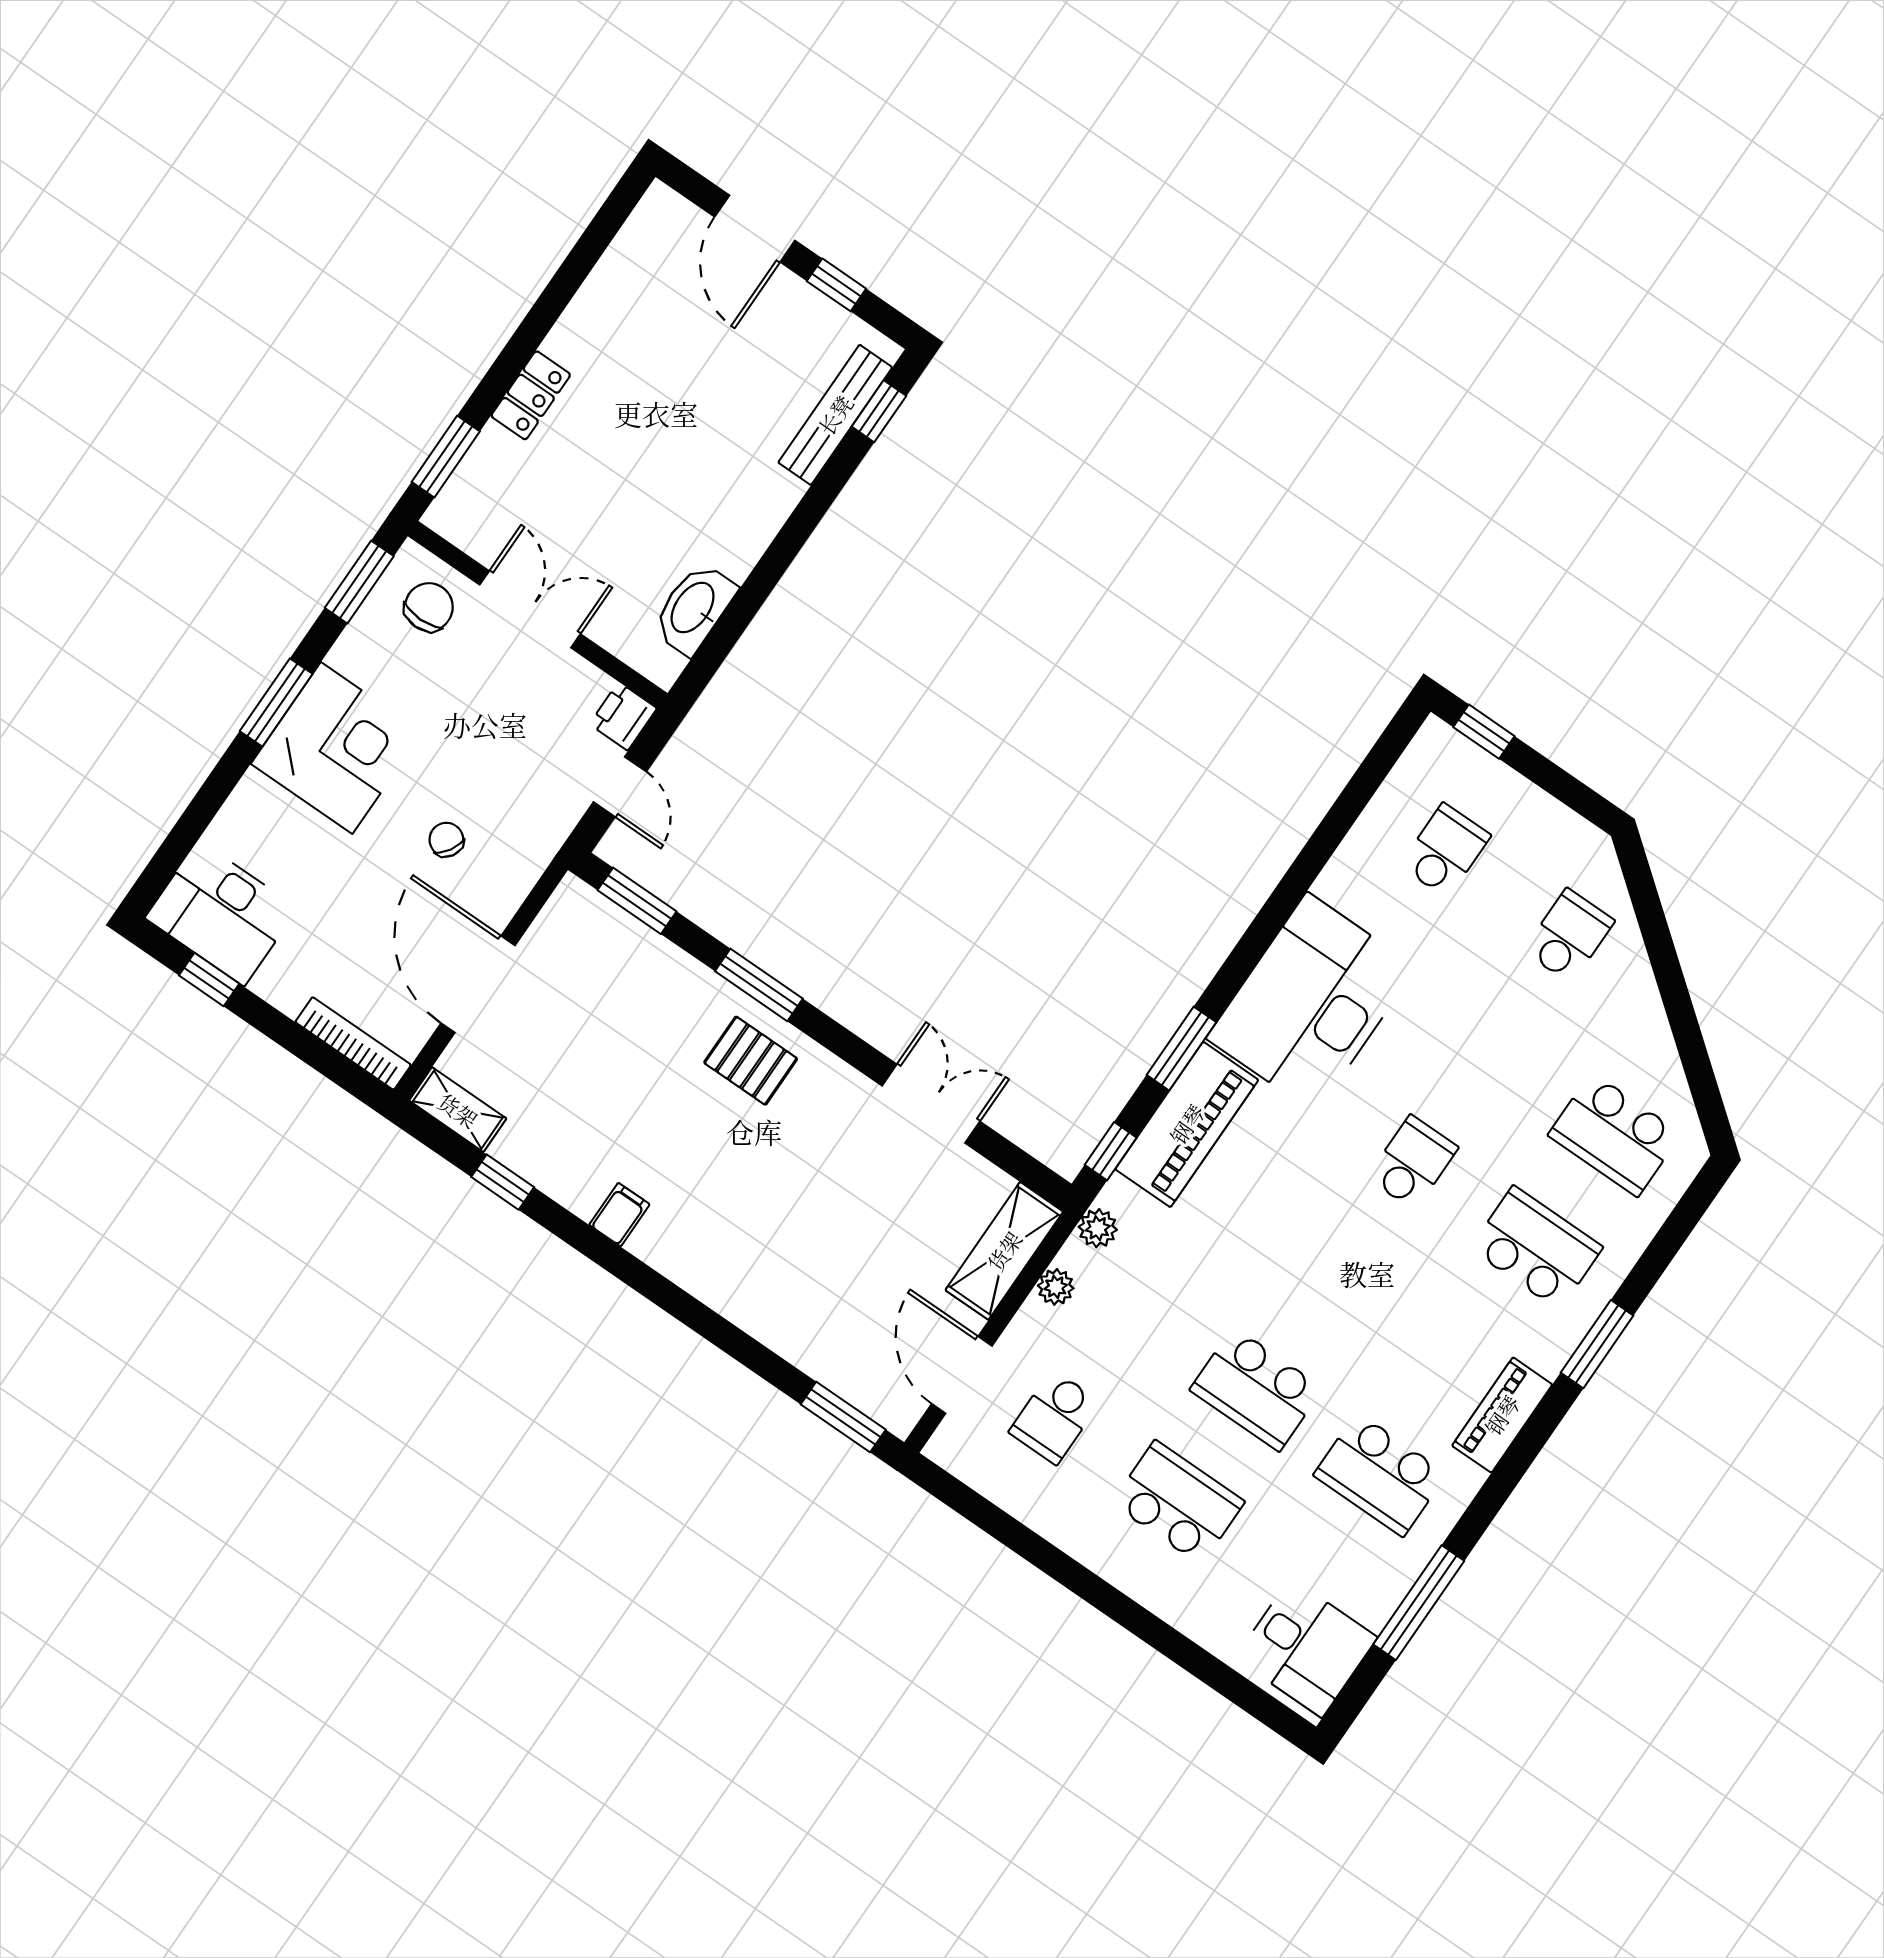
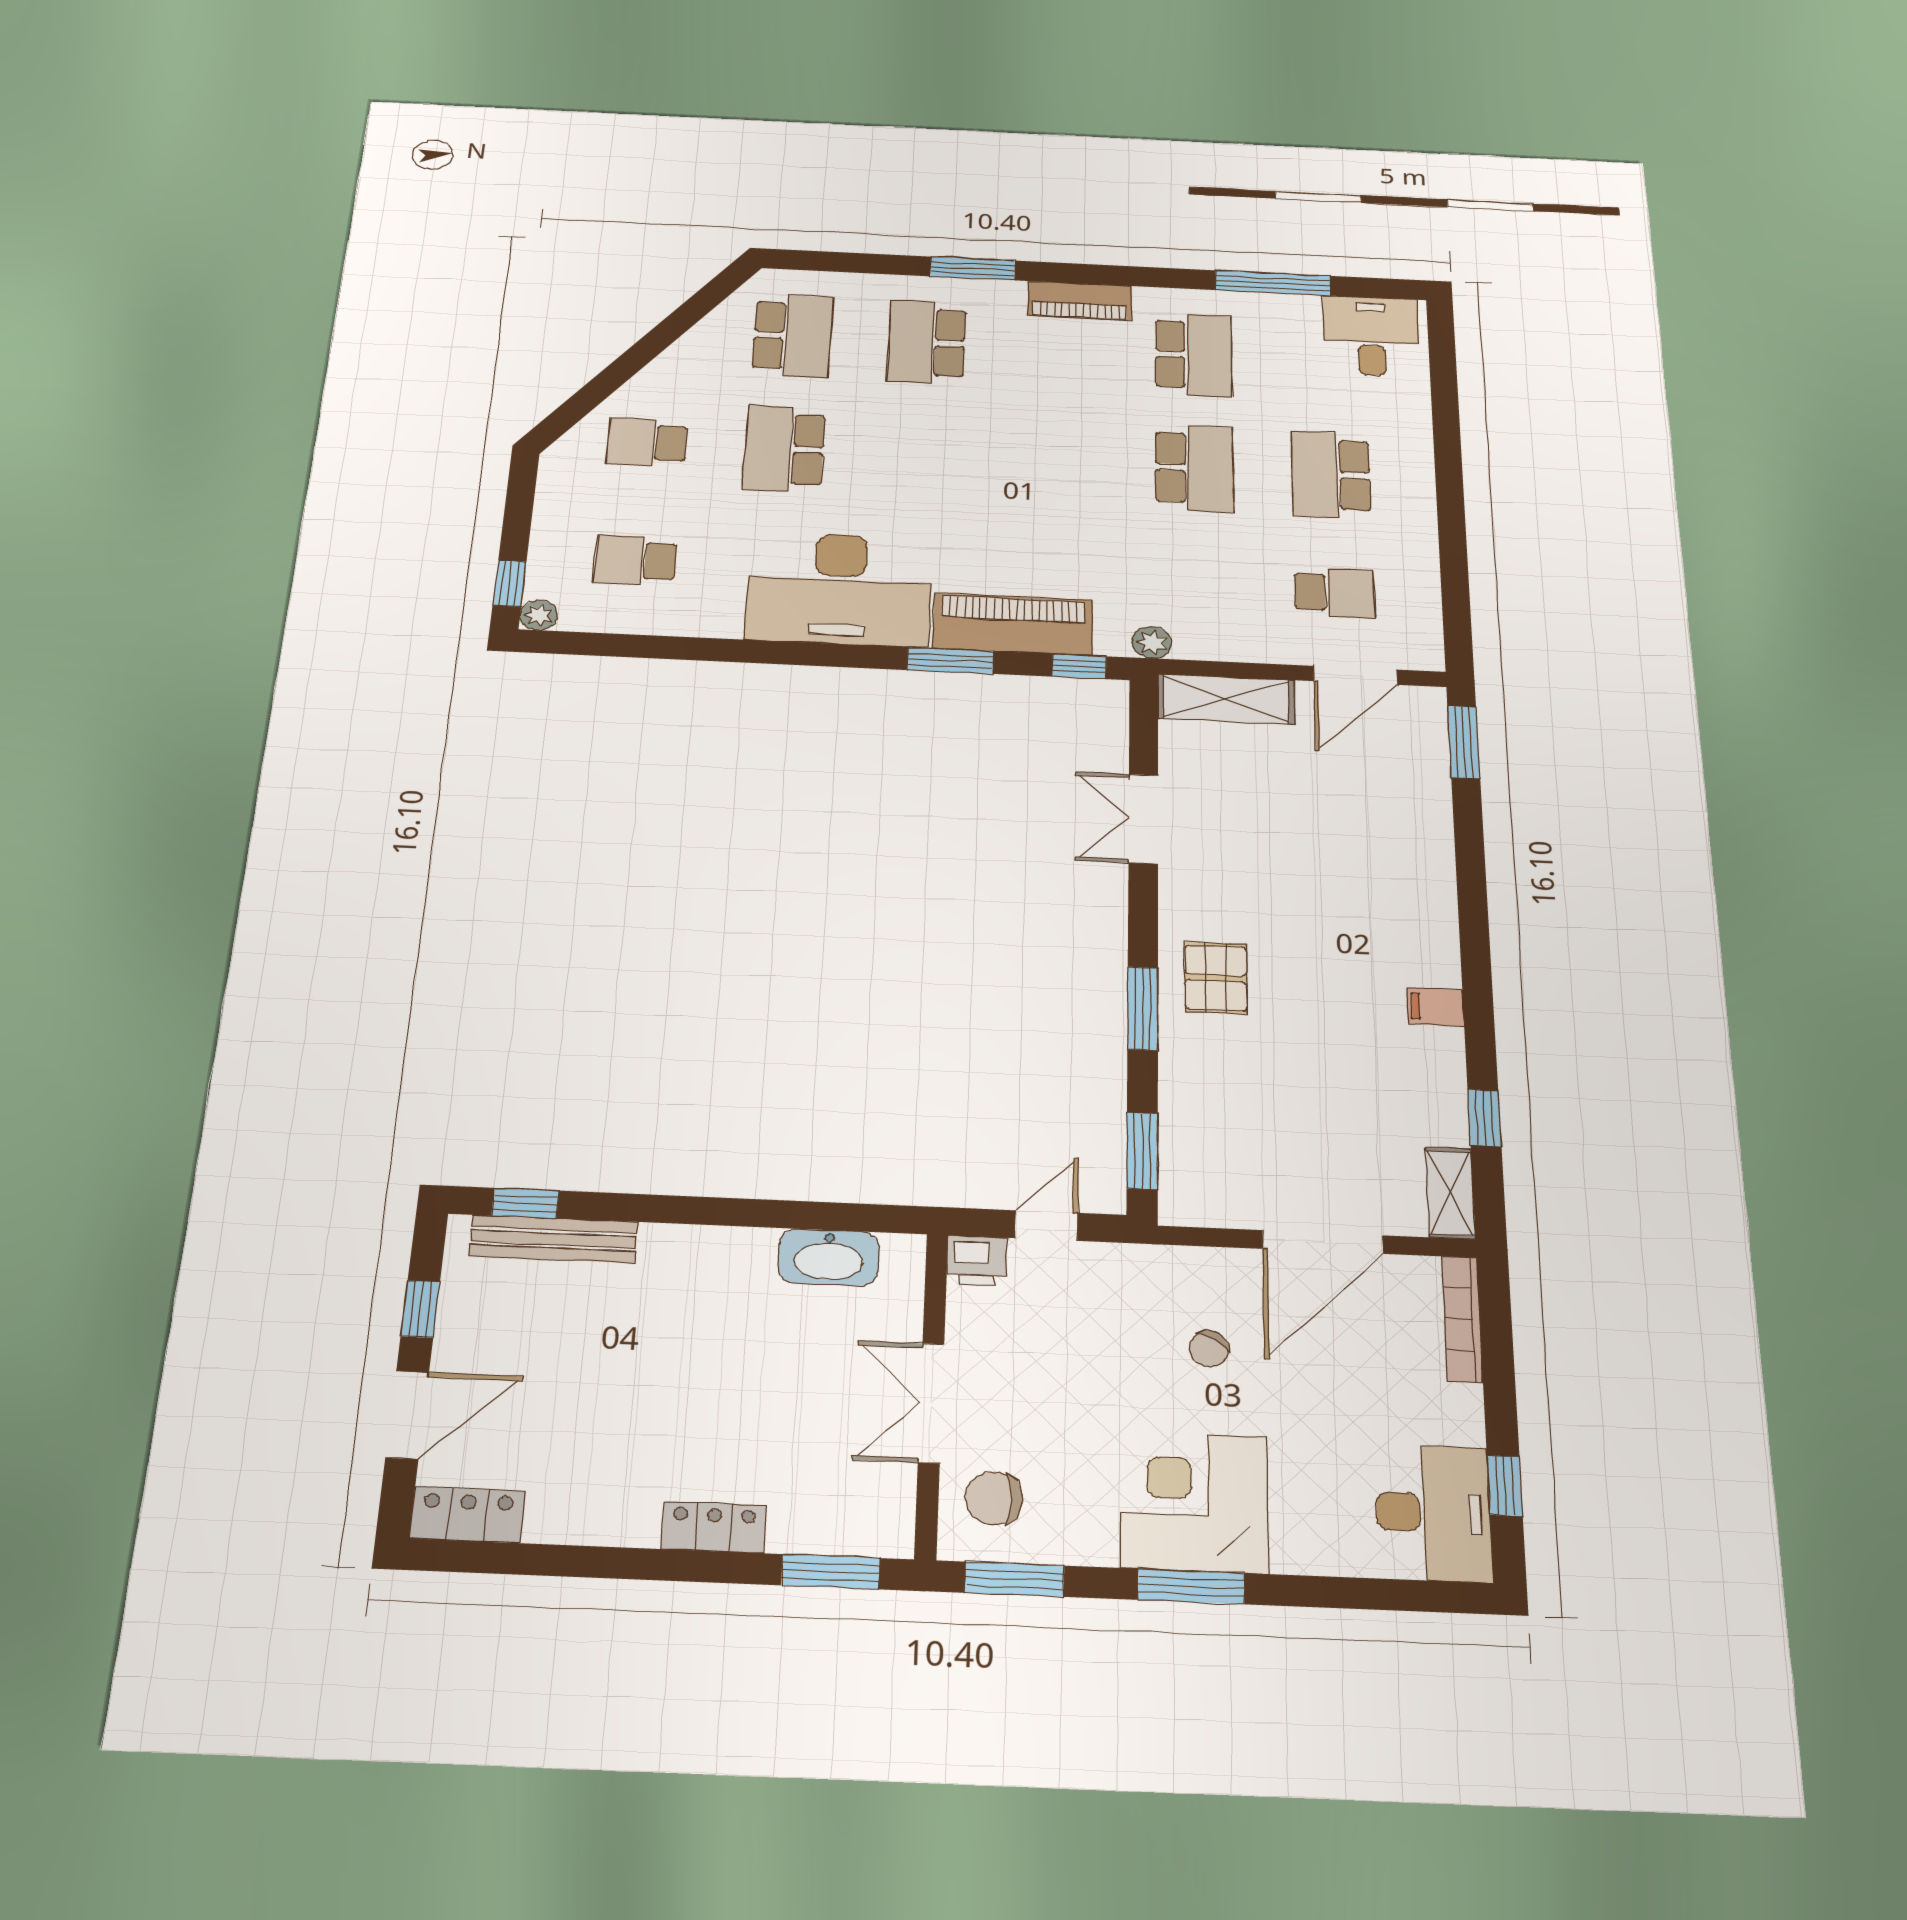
locker: (649, 228) -> (467, 1515), added
school desk: (1413, 1162) -> (784, 449), moved, width x1.85
plant: (1056, 1287) -> (539, 615), moved

